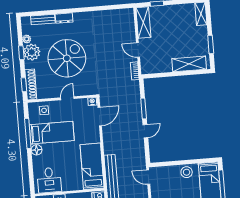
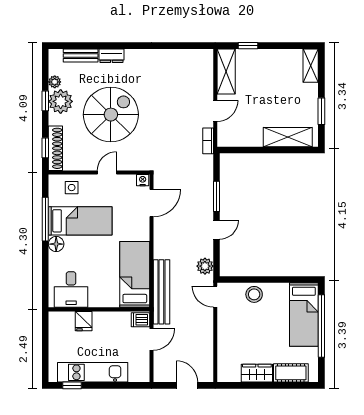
door: (138, 50) -> (215, 111), swing flipped
plant: (140, 157) -> (205, 266), added
stool: (187, 172) -> (254, 294), moved

